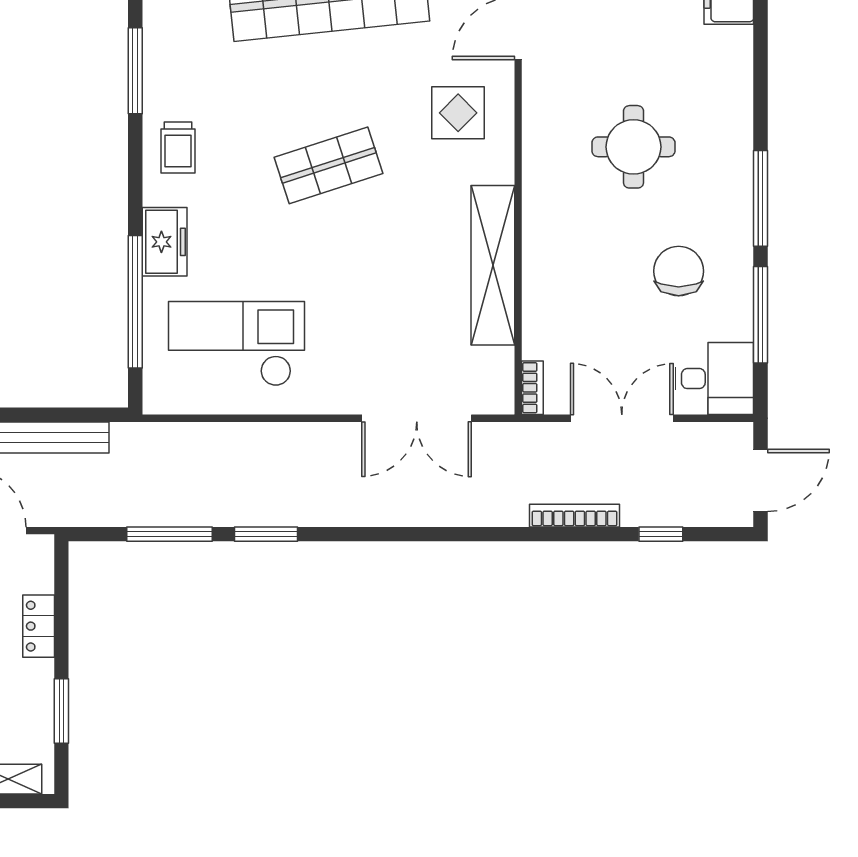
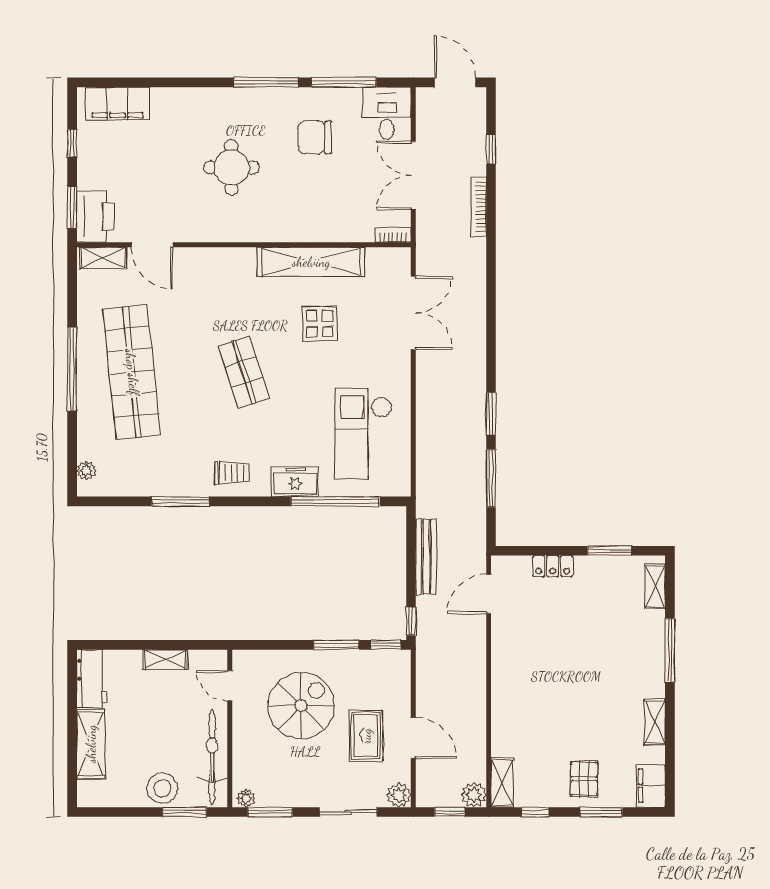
display table: (458, 113) -> (320, 324), moved

